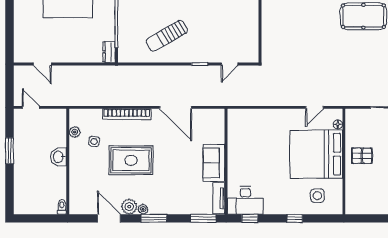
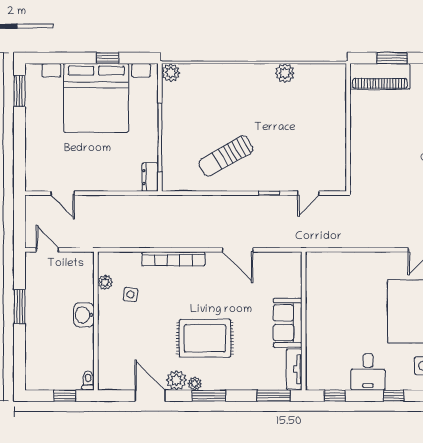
door: (176, 107) -> (238, 250), width x0.73
rug: (131, 160) -> (205, 338), moved
desk: (245, 200) -> (368, 372), moved, width x0.73
window: (44, 218) -> (65, 396), added

